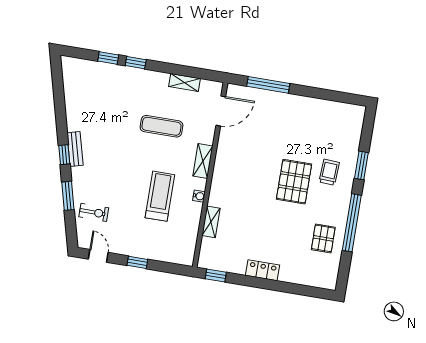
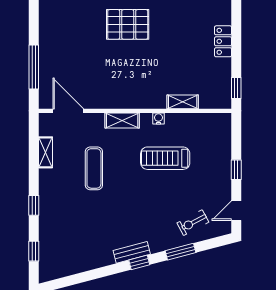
window: (108, 58) -> (34, 251), moved
exercise bike: (94, 212) -> (193, 223), turned -118

